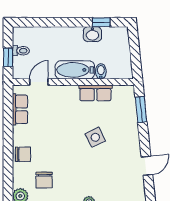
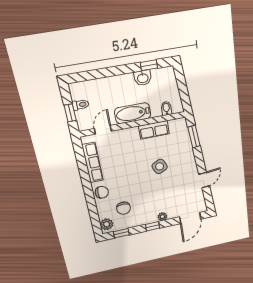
bidet: (101, 71) -> (166, 108), moved
row of seats: (20, 109) -> (93, 163), width x1.48

